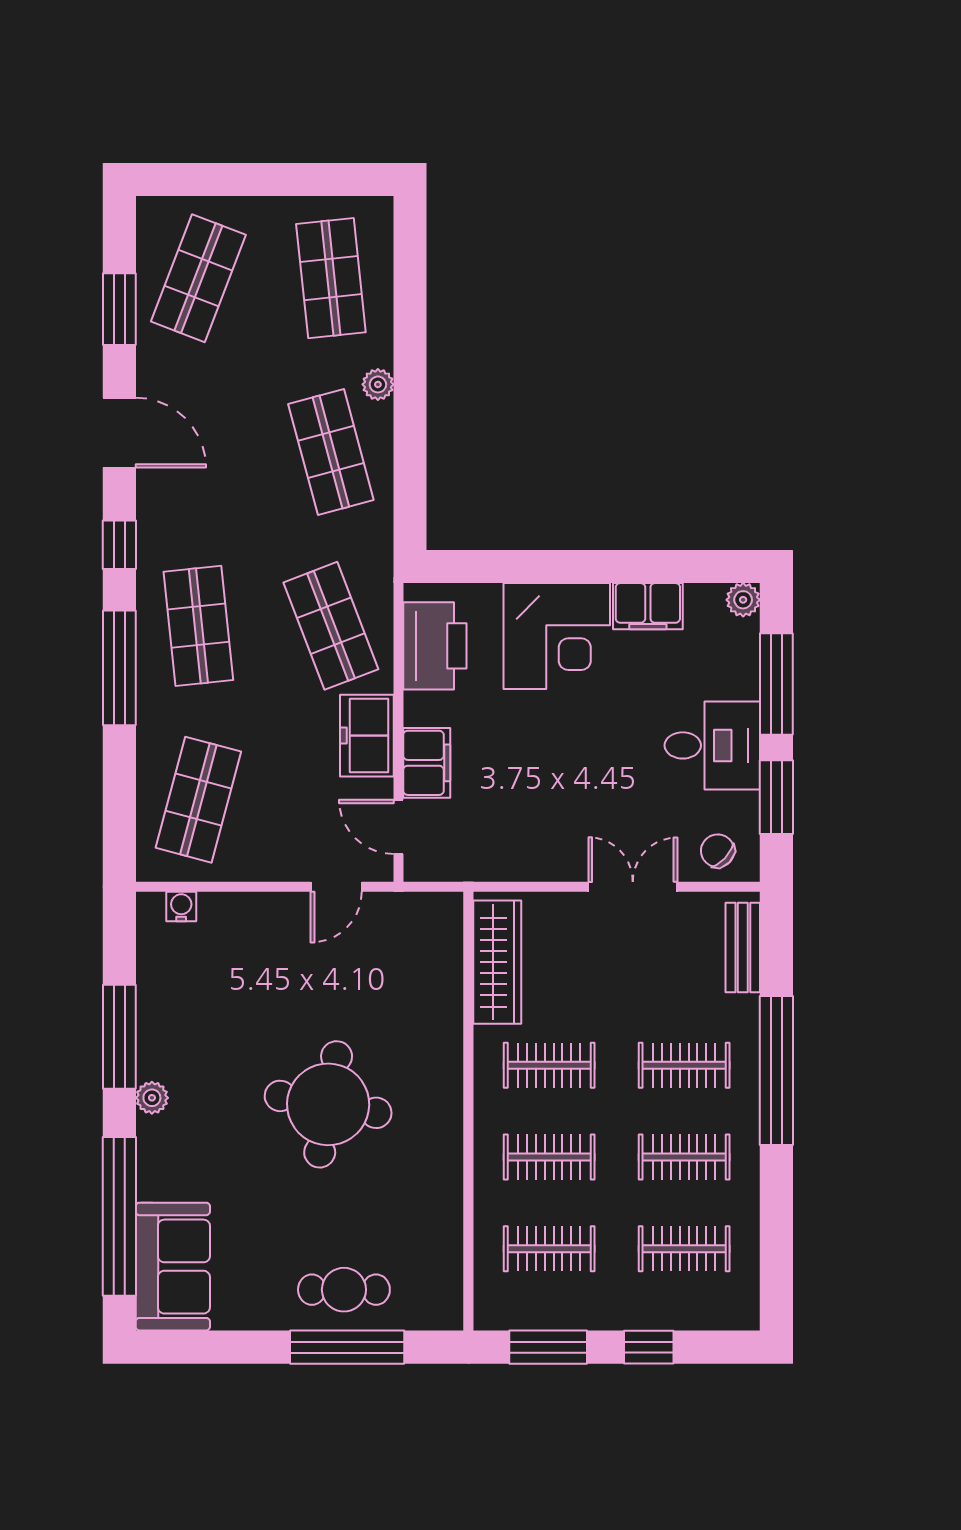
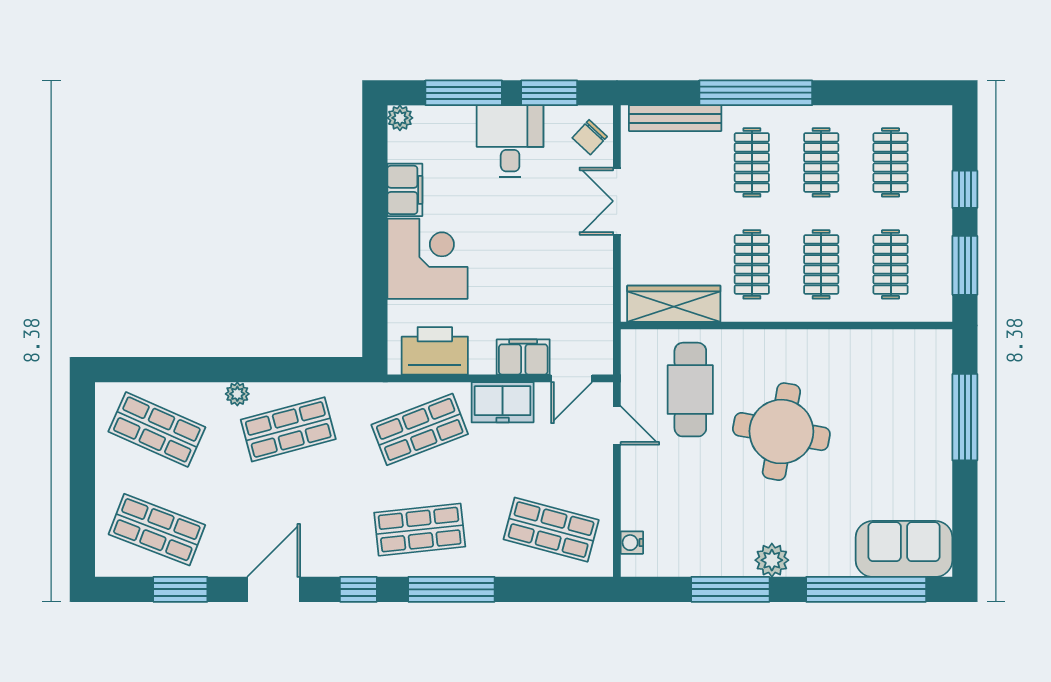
shop shelf: (331, 278) -> (157, 429), turned 30
bench: (743, 947) -> (675, 118), width x1.36
plant: (152, 1098) -> (772, 560), width x1.38, depth x1.38
cafe table: (344, 1290) -> (690, 390), moved, width x1.37, depth x1.35

